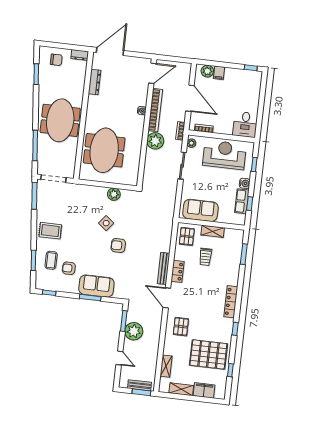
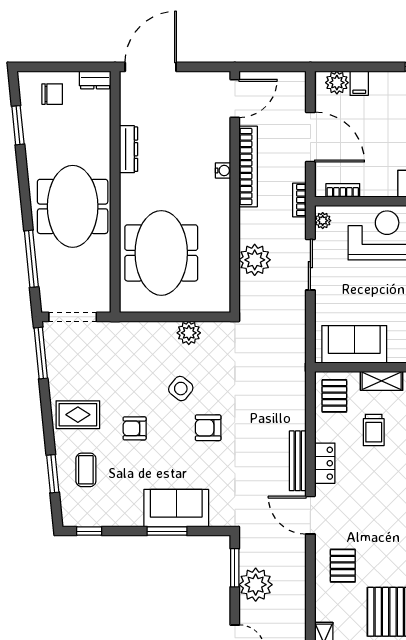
dresser: (95, 82) -> (128, 149), moved
plant: (155, 141) -> (255, 260), moved
armchair: (69, 268) -> (135, 428), moved

